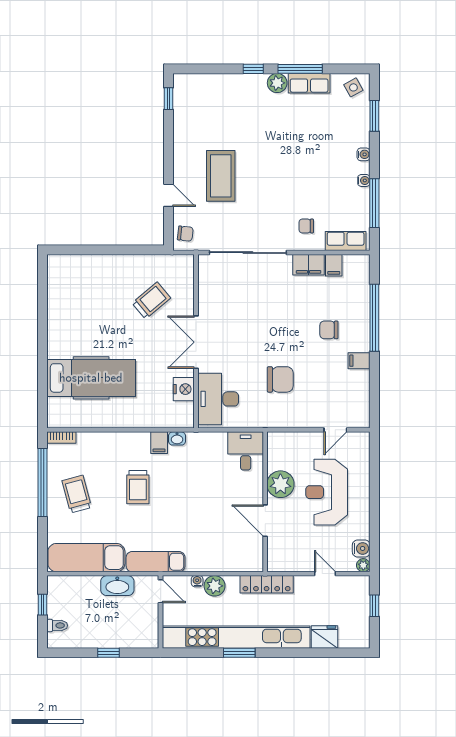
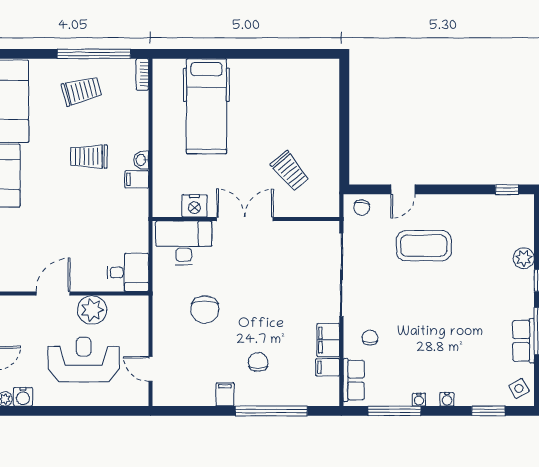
plant: (277, 83) -> (524, 258), moved
washbasin: (177, 438) -> (141, 160), moved

